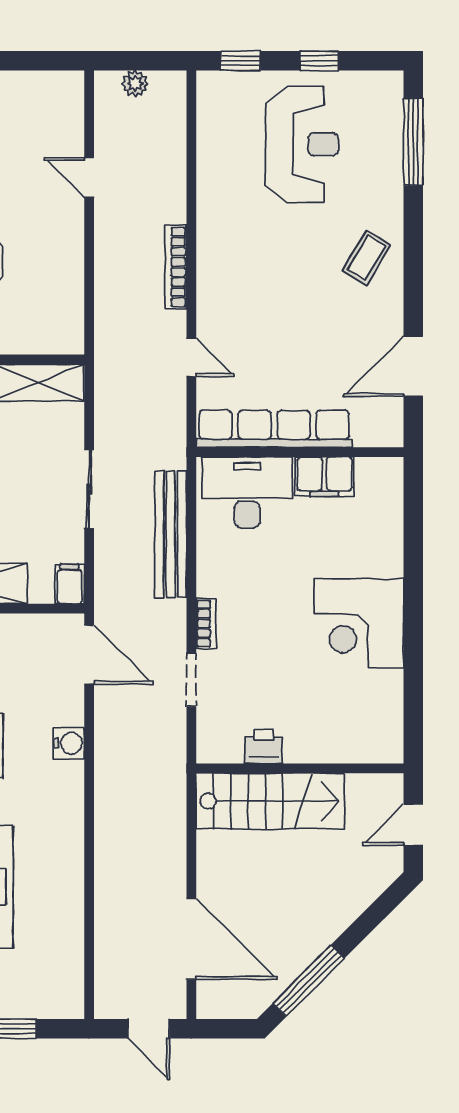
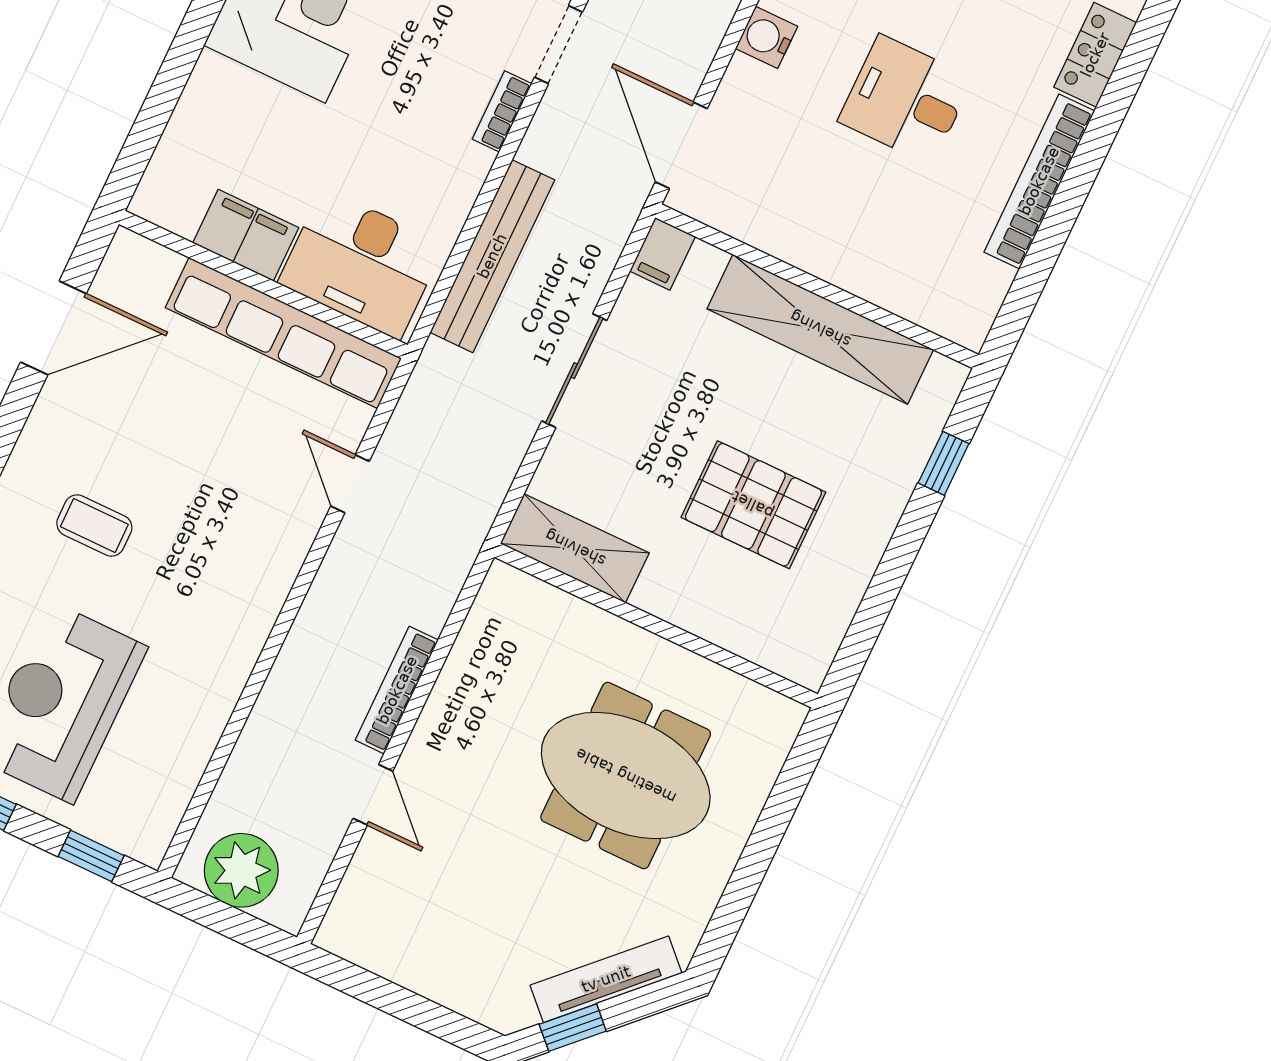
plant: (135, 83) -> (241, 870), width x1.87, depth x1.87
coffee table: (366, 258) -> (94, 525), moved, turned 59
bookcase: (176, 267) -> (397, 690), moved, turned 180

